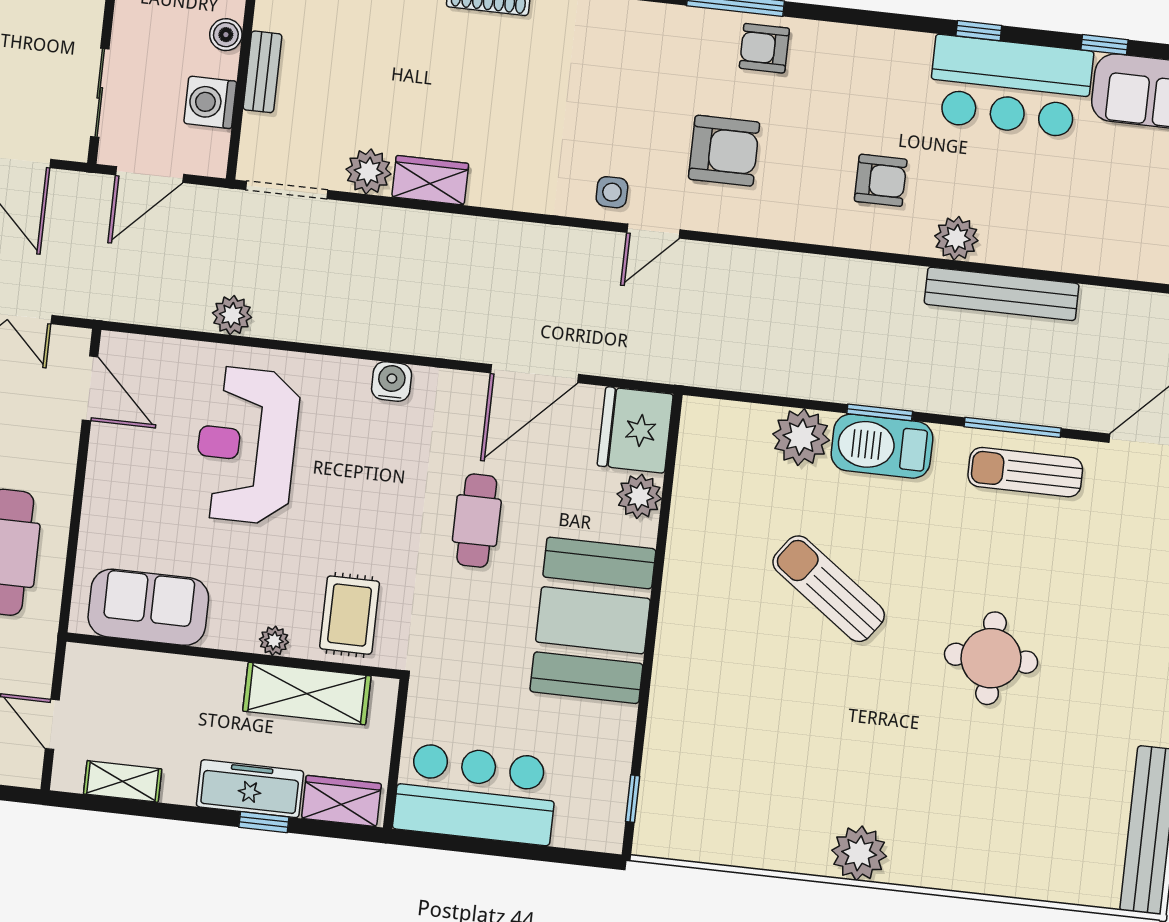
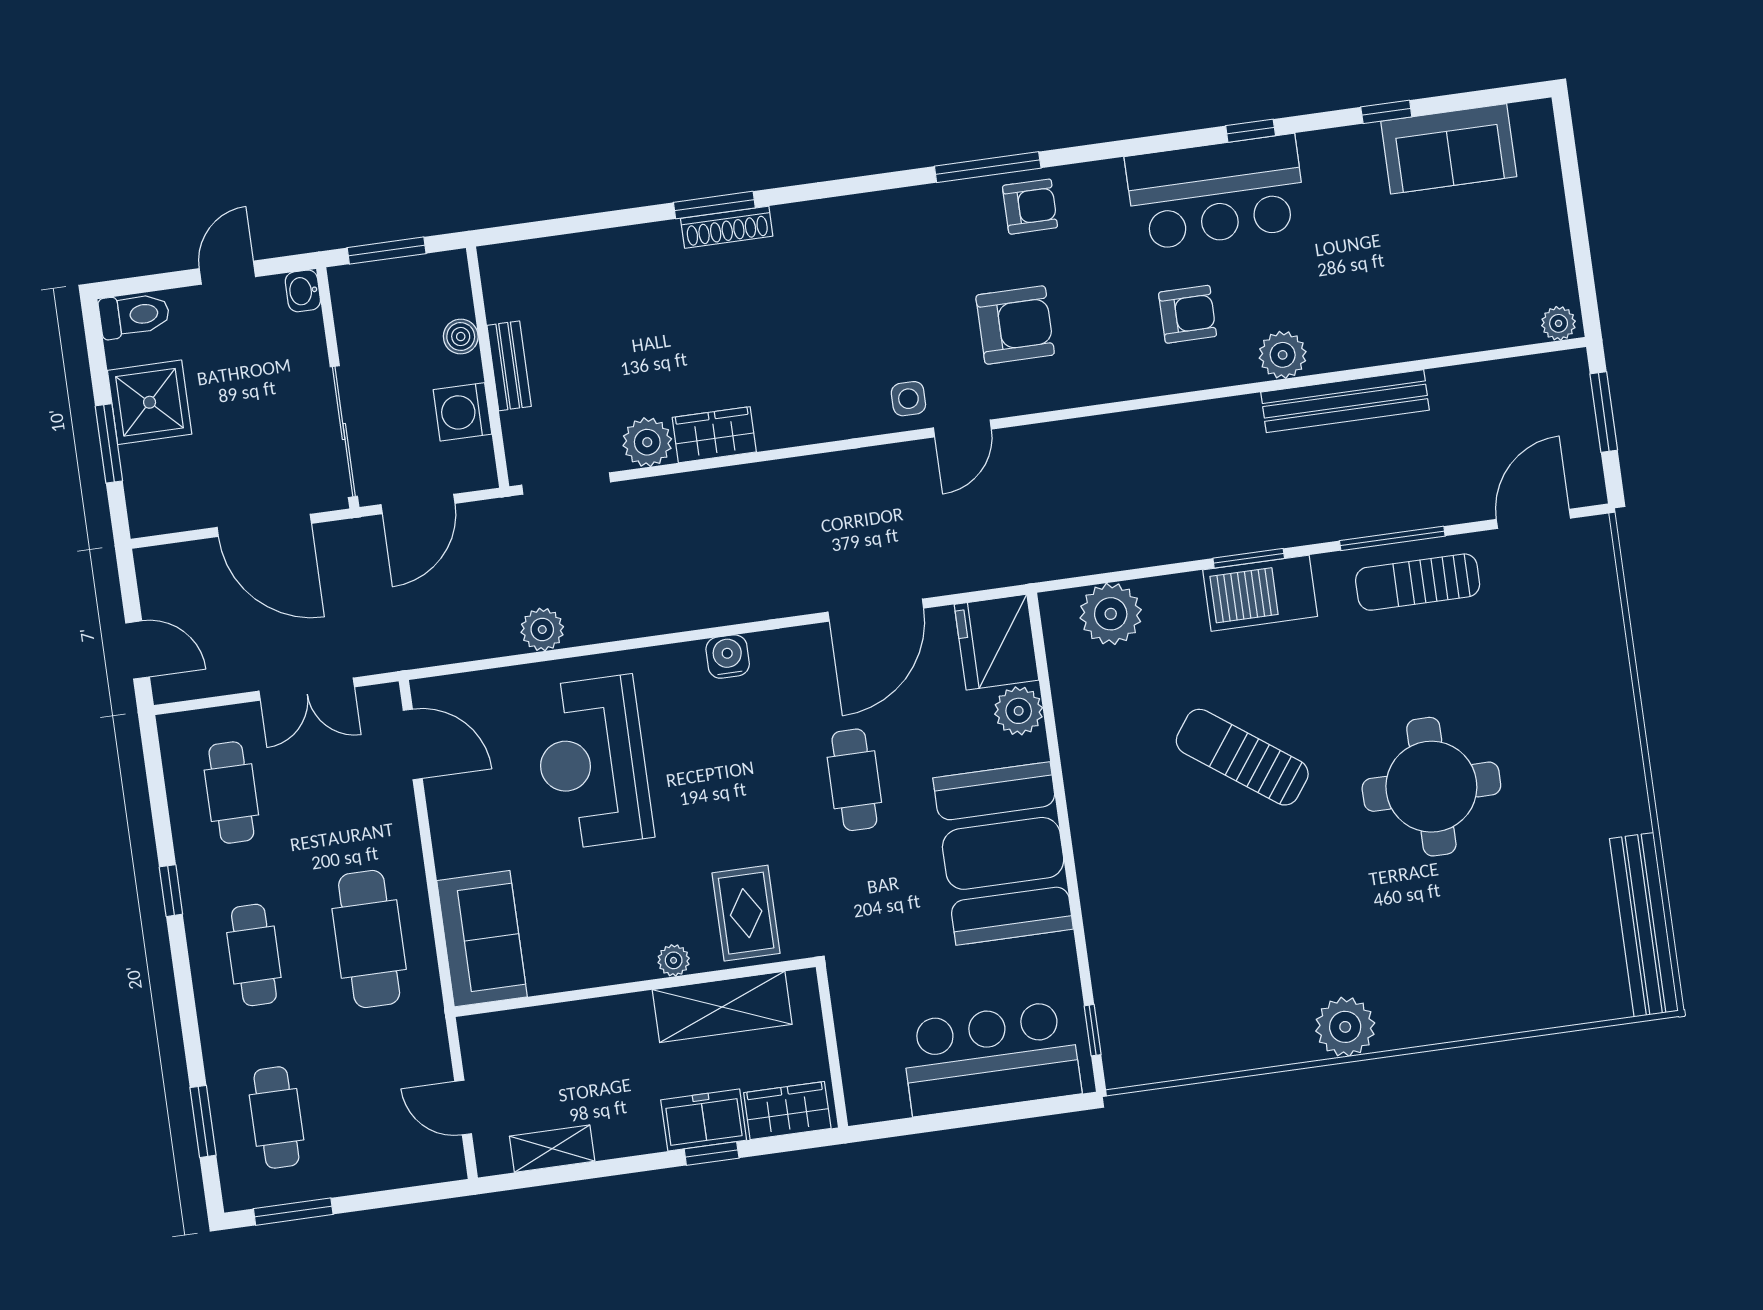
armchair: (764, 48) -> (1030, 207), turned 180
bar counter: (1010, 86) -> (1216, 192), moved
sliding door: (100, 93) -> (344, 432), width x1.37
plant: (801, 437) -> (1111, 614), moved
sofa: (148, 607) -> (482, 939), moved, turned 90
round table: (991, 658) -> (1431, 787), width x1.36, depth x1.36
freezer: (250, 789) -> (704, 1120), width x0.71
bar counter: (476, 794) -> (991, 1058), moved

